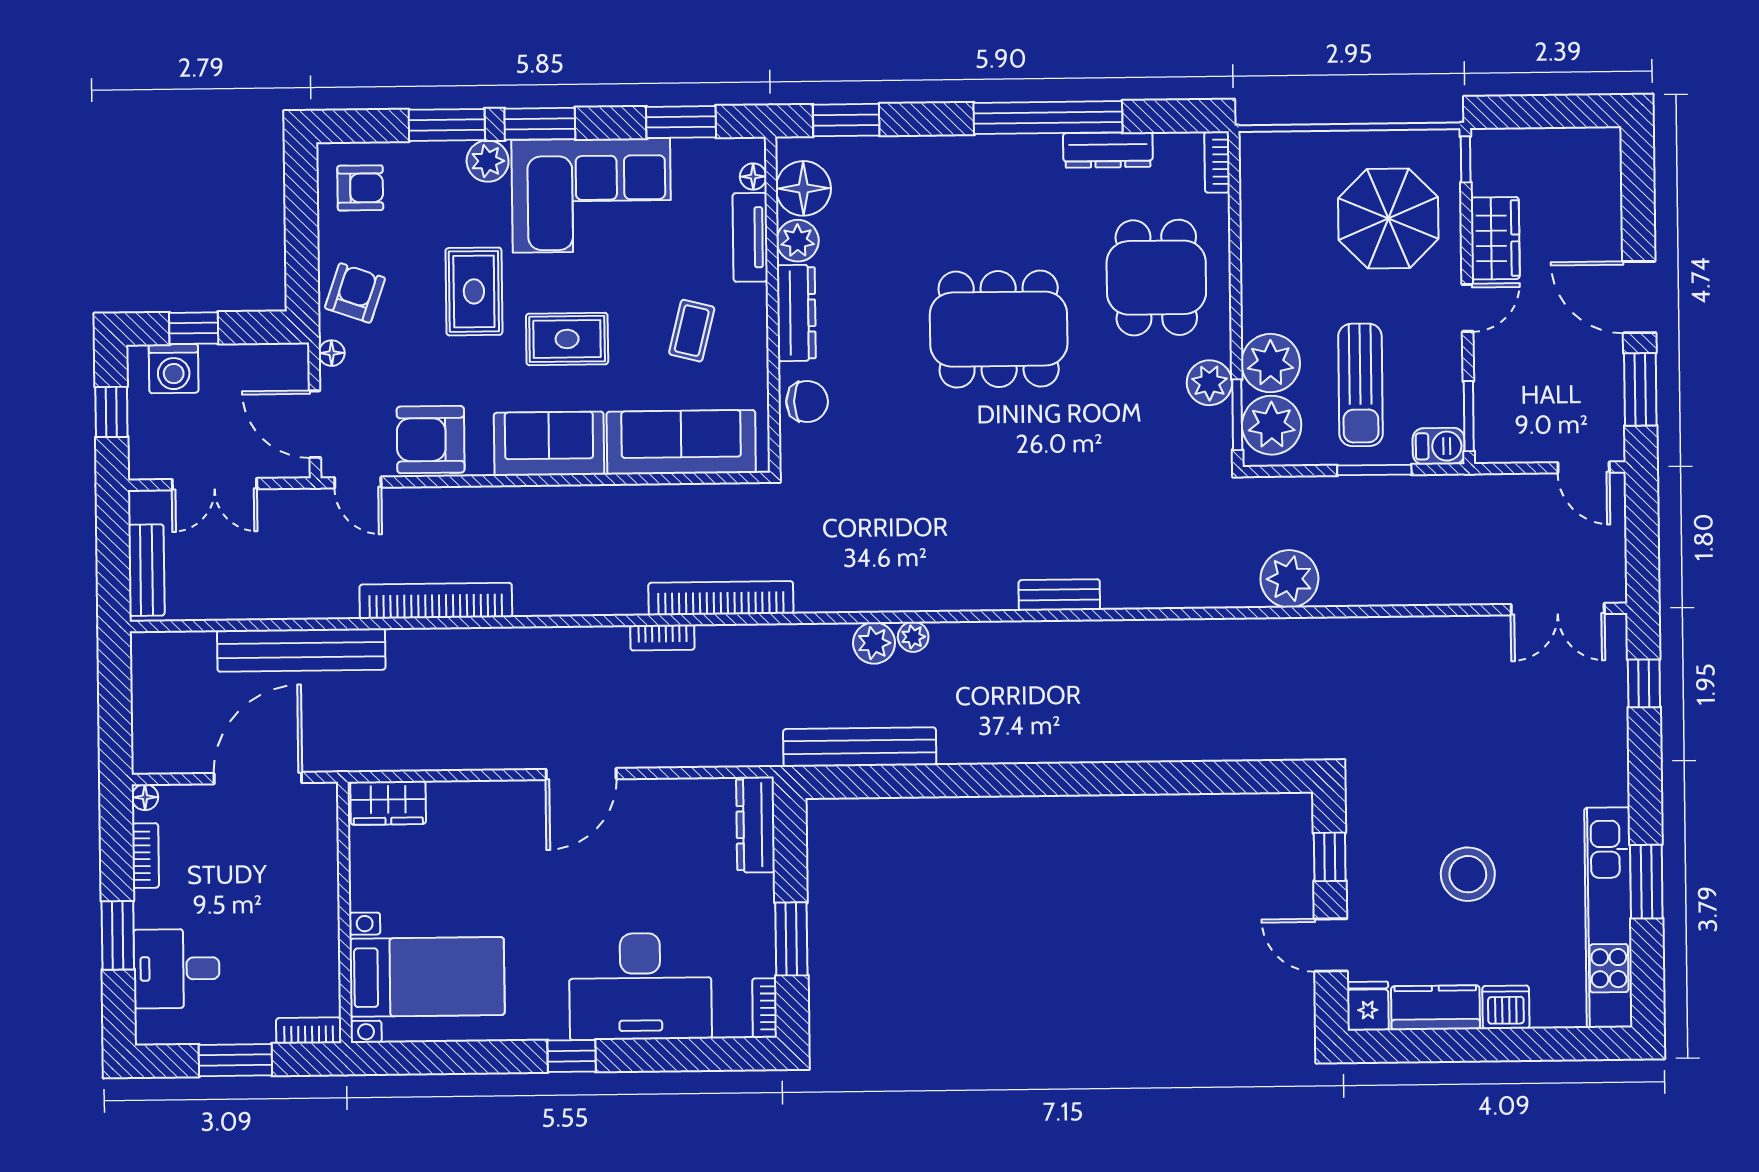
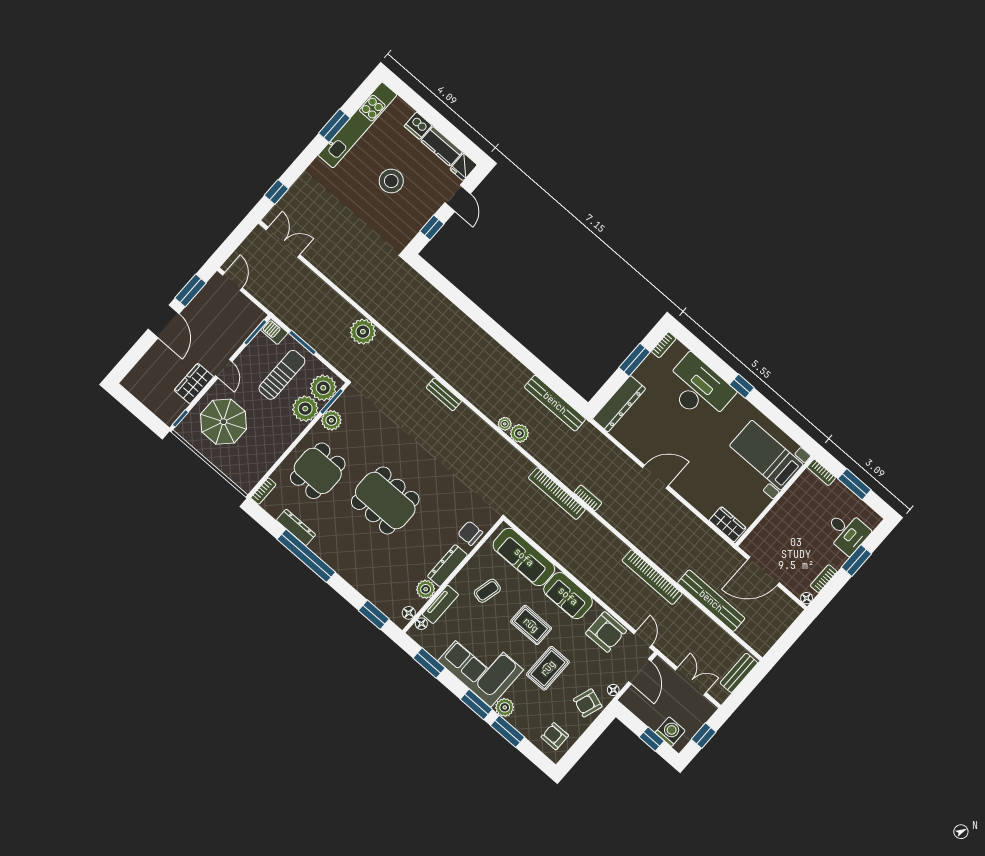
floor lamp: (803, 188) -> (409, 613), width x0.53, depth x0.53
door: (1467, 308) -> (224, 369), swing flipped
dresser: (756, 825) -> (619, 404), width x1.37, depth x1.24

